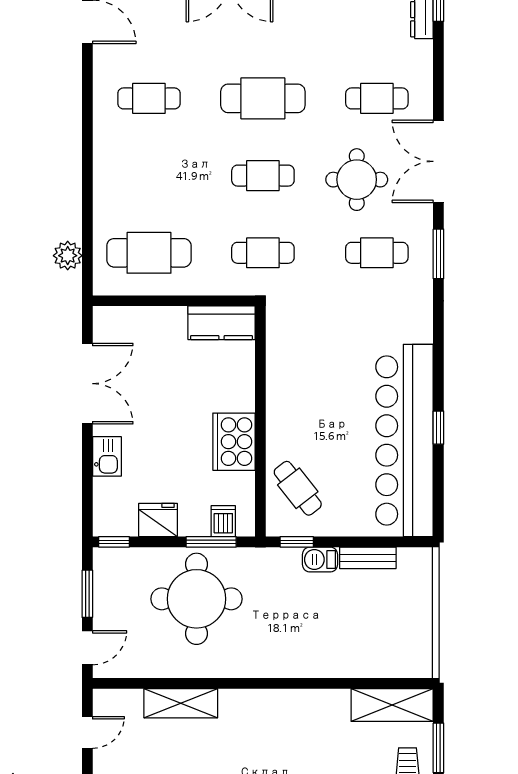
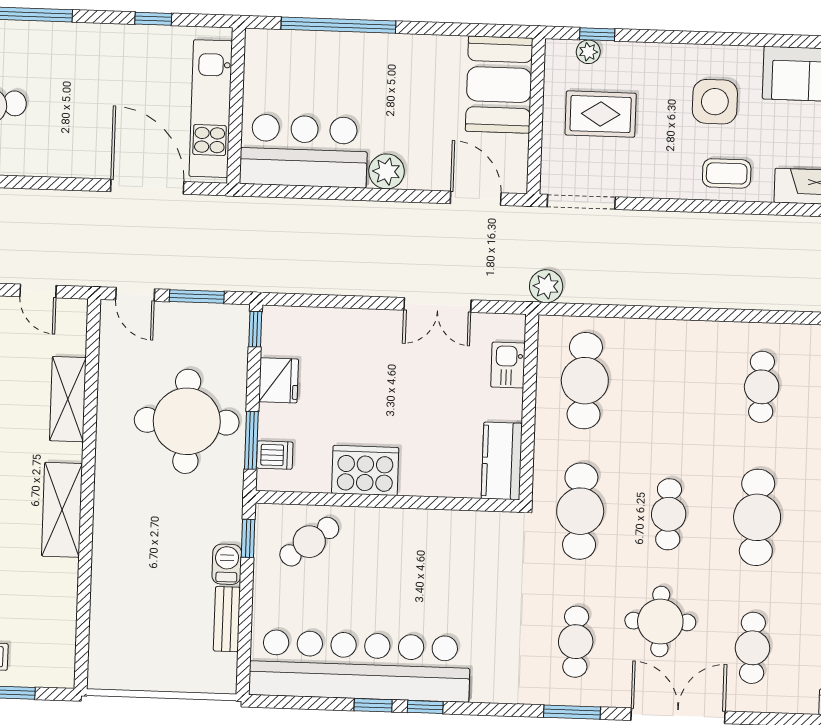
cafe table: (263, 253) -> (580, 511), width x1.37, depth x1.35
plant: (68, 256) -> (546, 286), moved
window: (438, 382) -> (425, 707), added
double door: (87, 384) -> (437, 305), width x0.73
kitchen sink: (107, 456) -> (508, 365), moved, turned 90
shelving: (392, 705) -> (62, 510), moved

